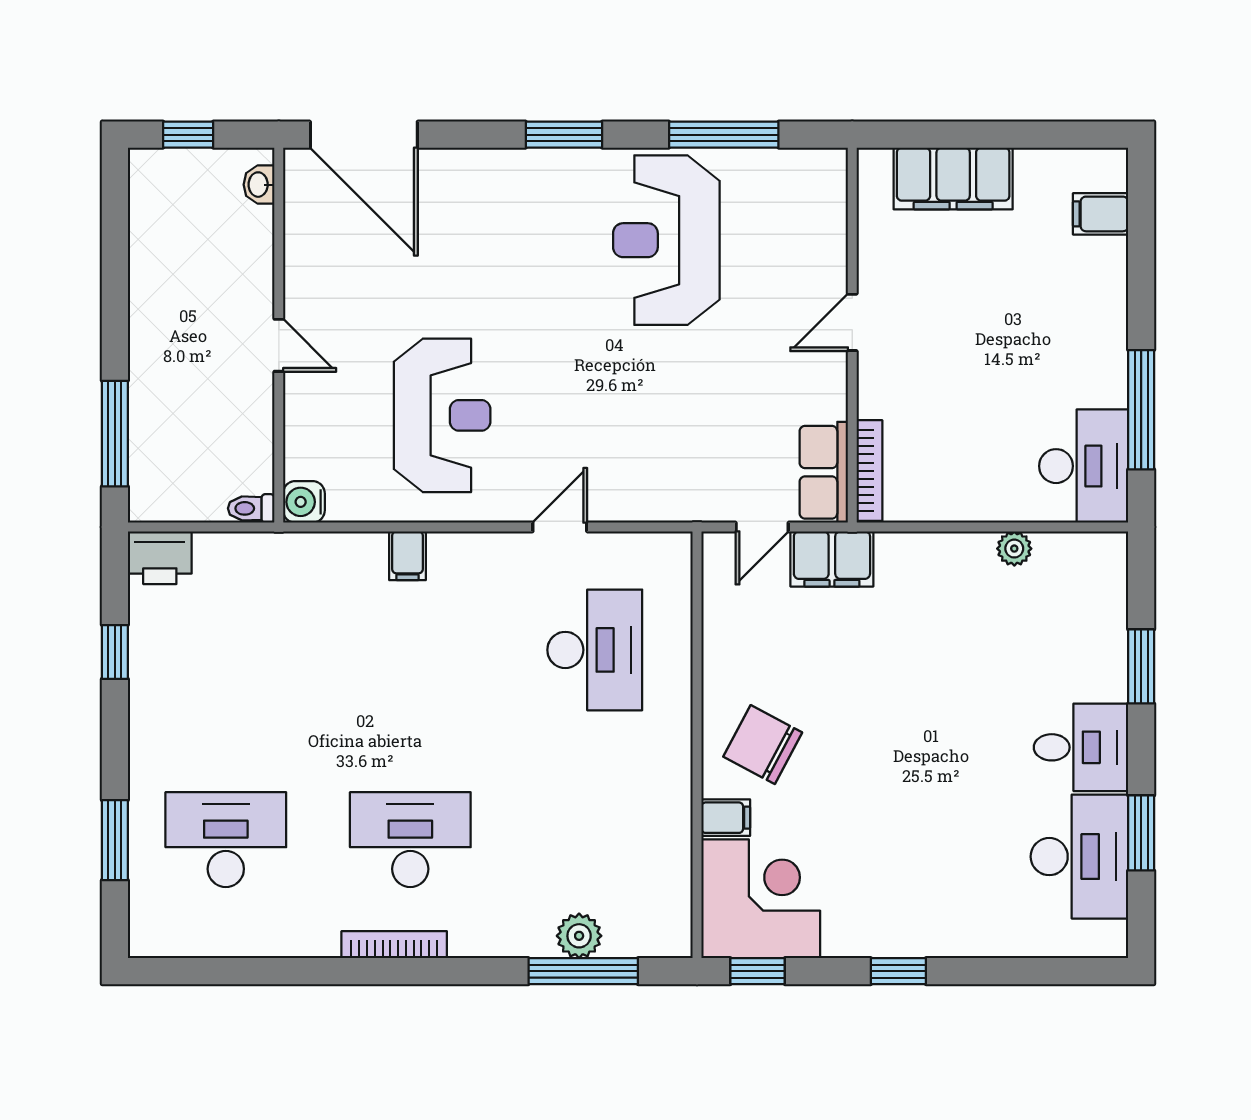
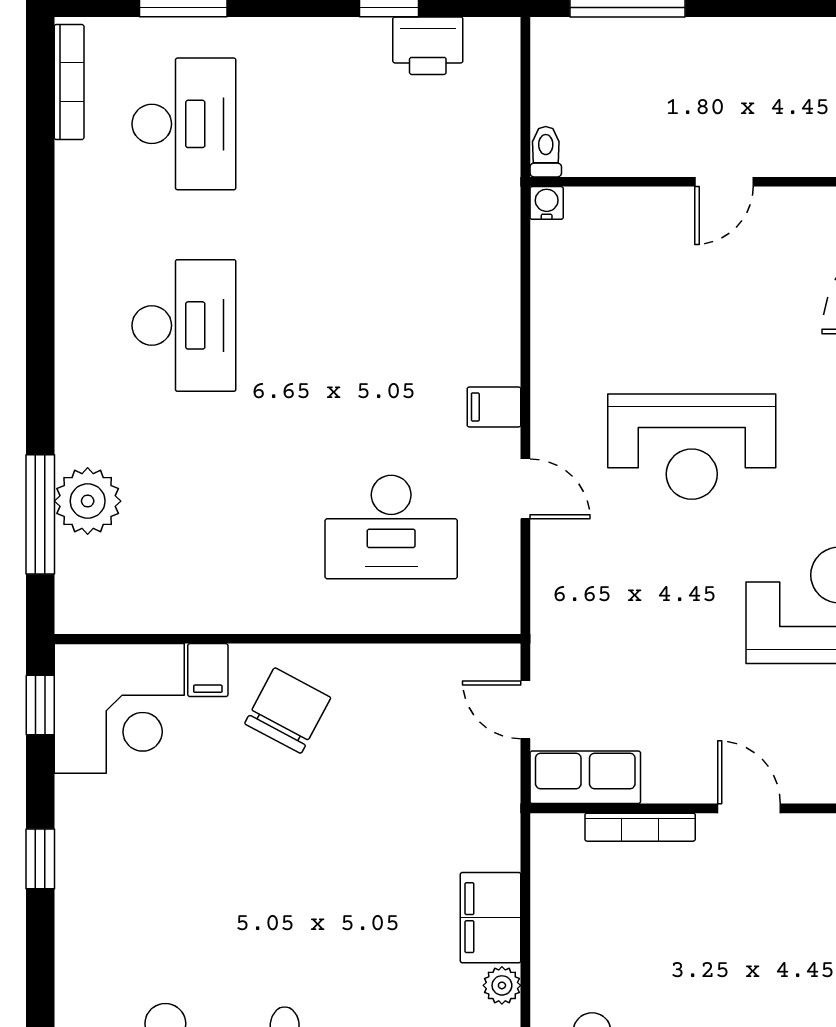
reception desk: (442, 415) -> (692, 447), moved
bookcase: (869, 471) -> (640, 827), moved
water cooler: (304, 502) -> (547, 203), width x0.72, depth x0.72
filing cabinet: (407, 556) -> (494, 407), moved
printer: (160, 558) -> (428, 46), moved, turned -90
filing cabinet: (832, 559) -> (491, 918), moved
plant: (579, 936) -> (88, 501), width x1.36, depth x1.36
bookcase: (394, 945) -> (69, 82), moved

